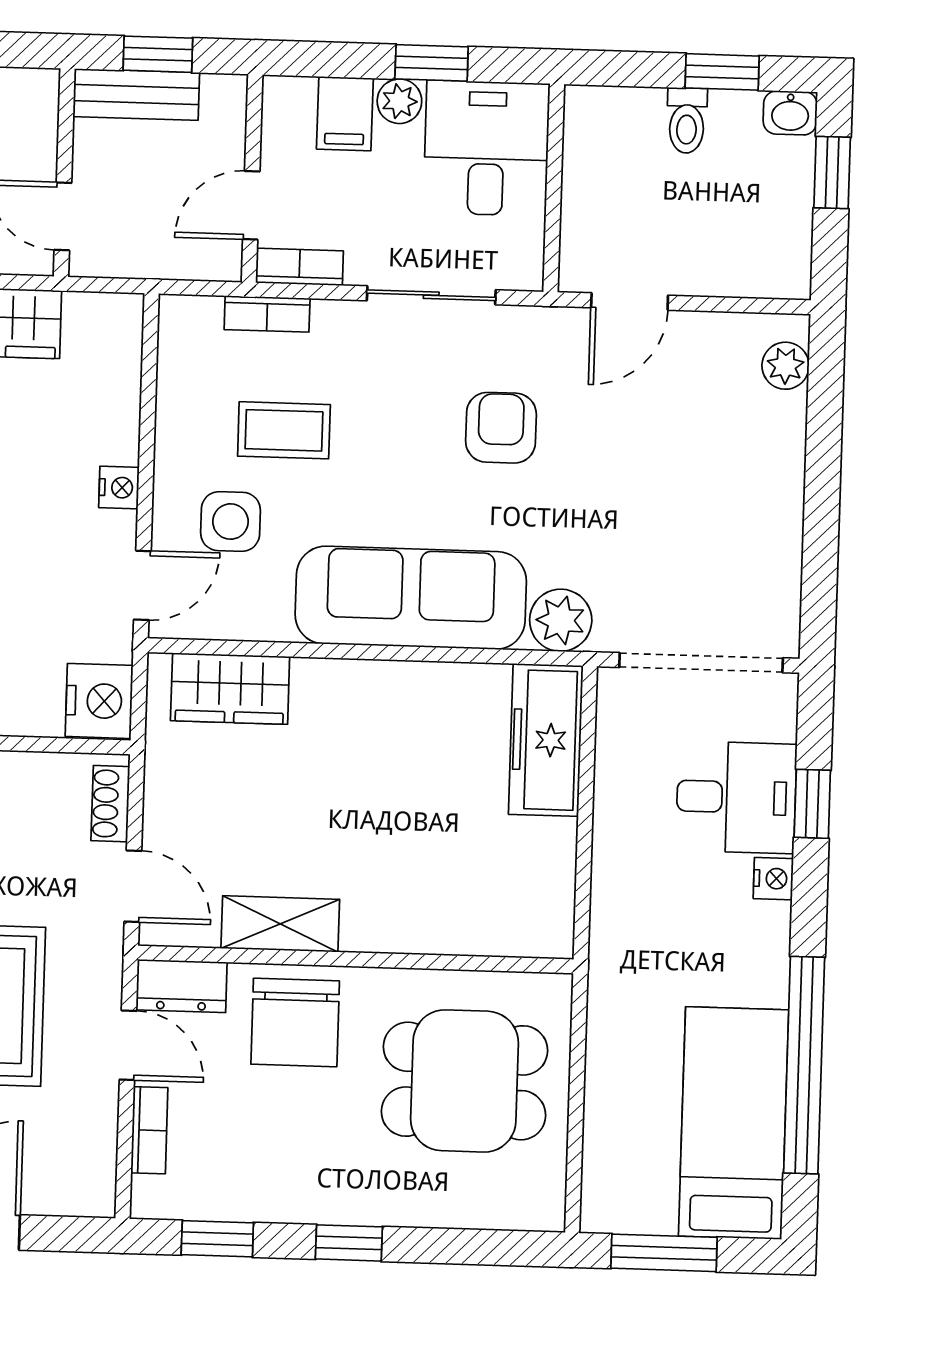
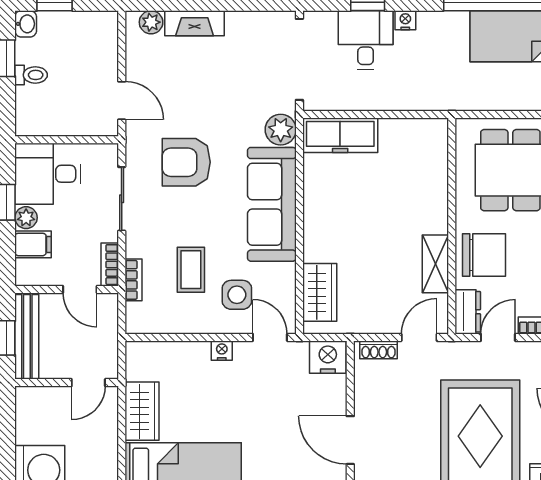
bench: (136, 95) -> (27, 337), width x1.36
armchair: (501, 428) -> (186, 162), width x1.38, depth x1.38
fireplace: (781, 453) -> (195, 23), added

